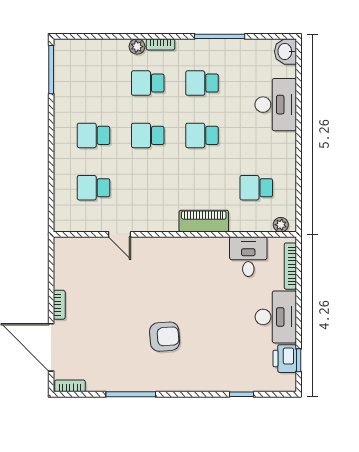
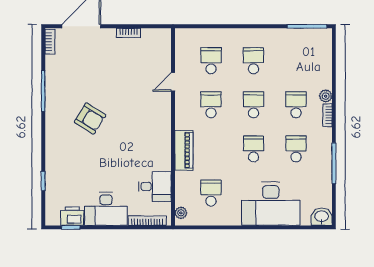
desk: (276, 105) -> (271, 204), width x1.36, depth x1.30
school desk: (148, 188) -> (211, 105), added
bookcase: (59, 305) -> (128, 33), moved
armchair: (165, 337) -> (90, 118), turned -54

